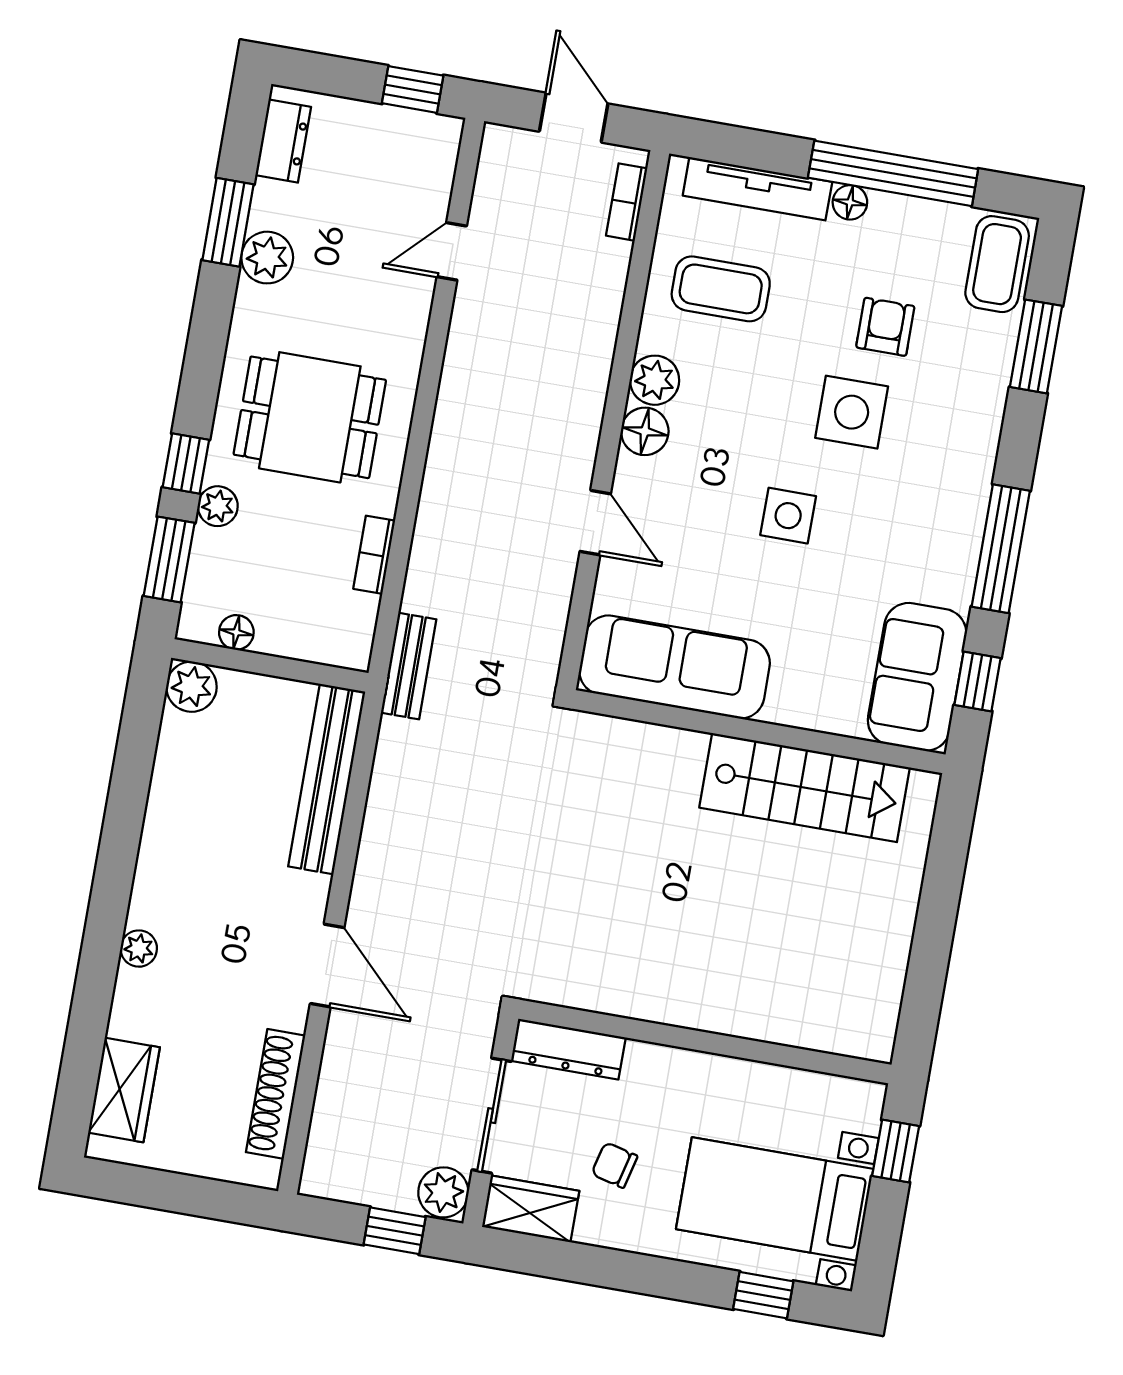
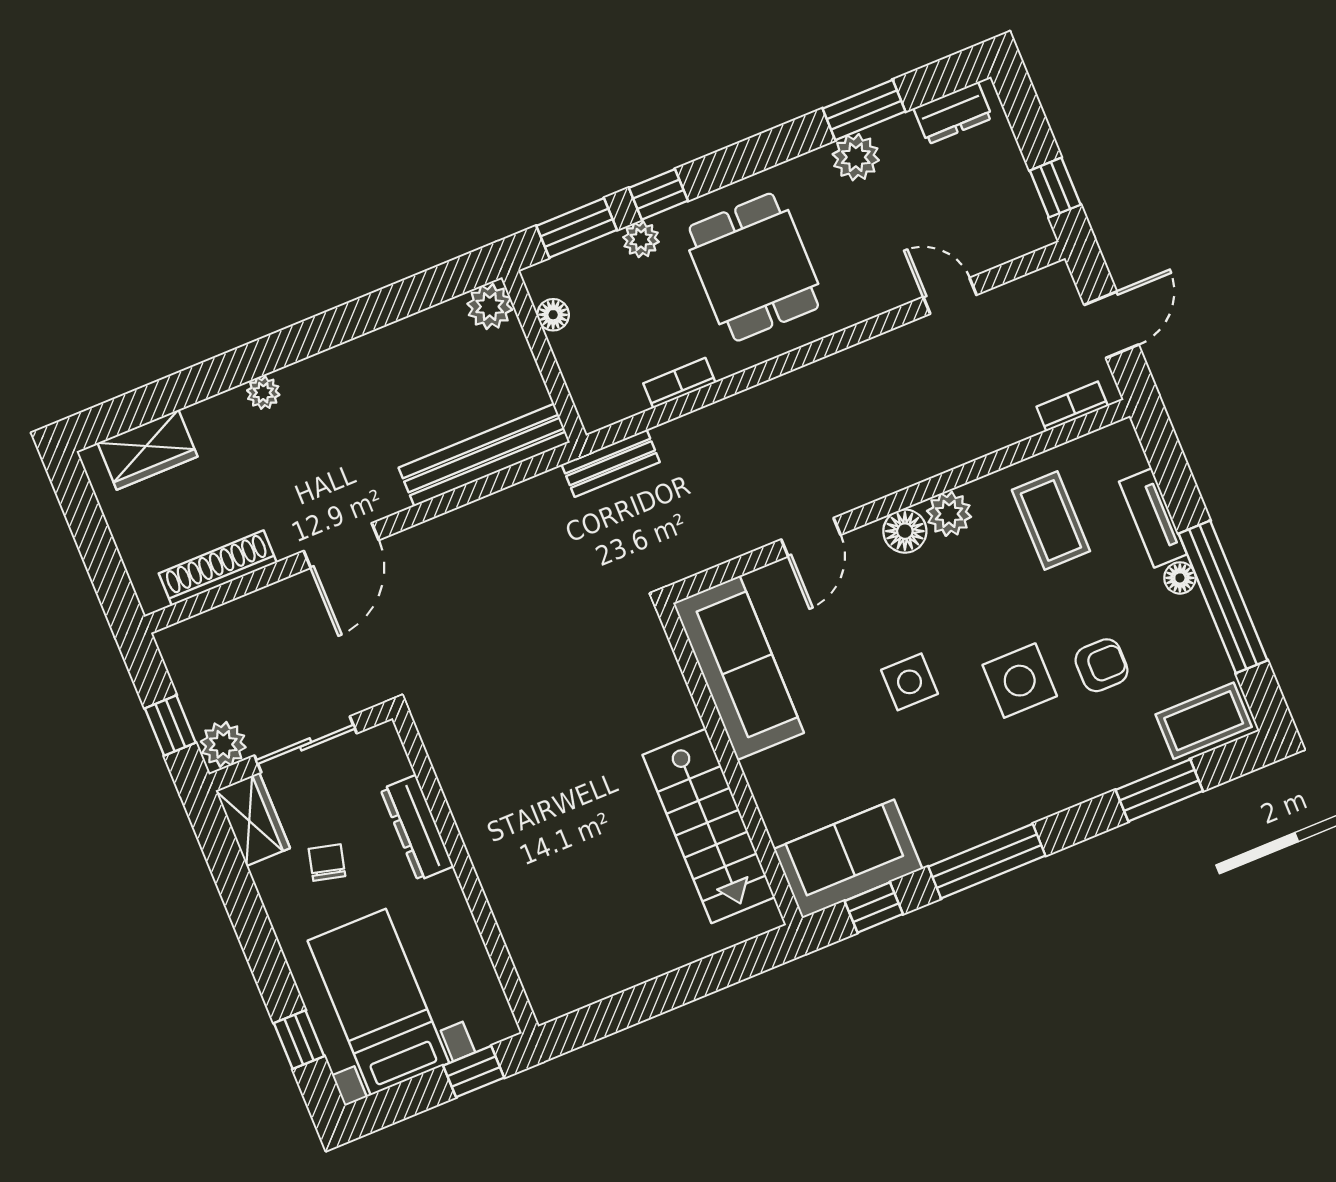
tv unit: (757, 189) -> (1153, 518), width x0.71
dresser: (568, 1049) -> (417, 828), moved

